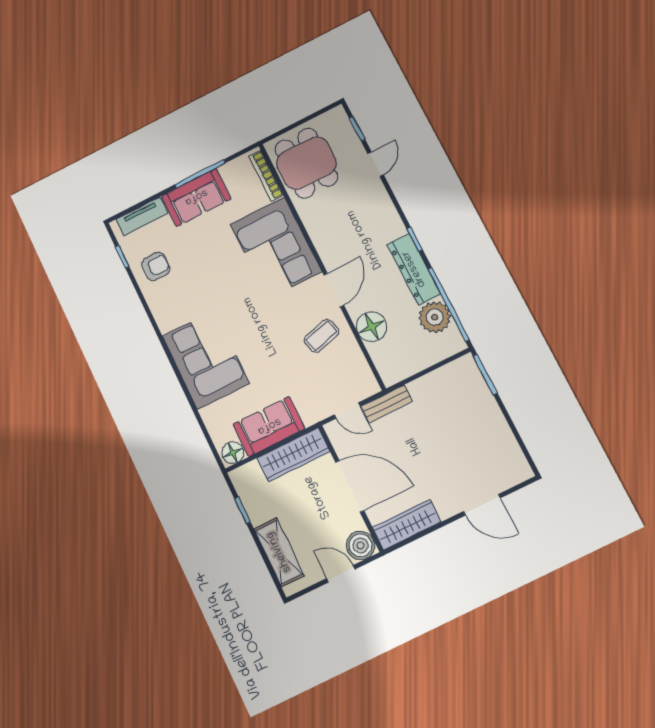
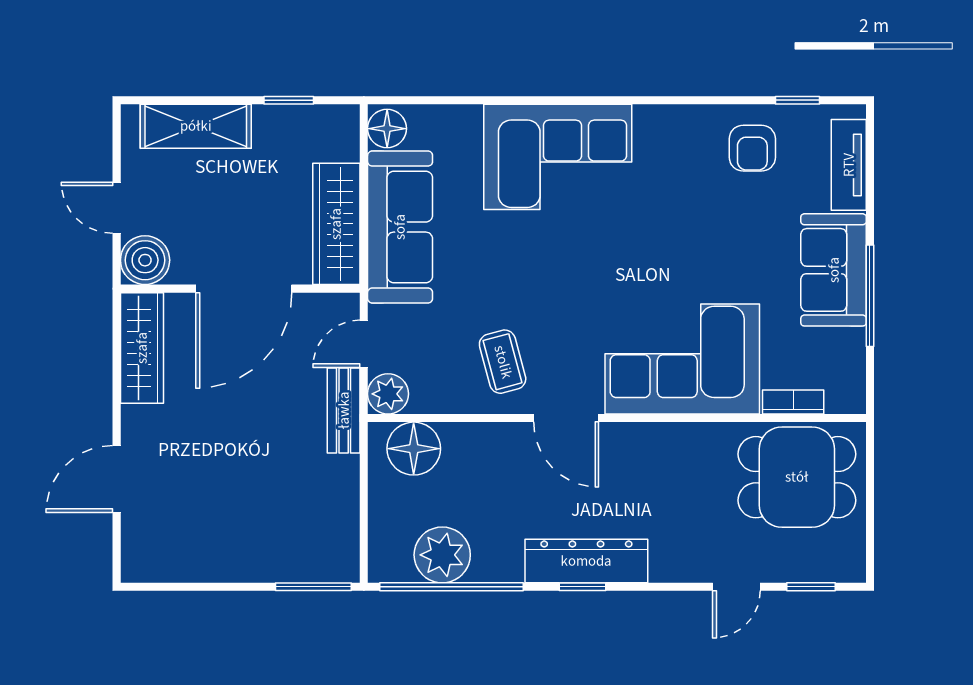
door: (376, 164) -> (736, 587), hinge flipped
bookcase: (266, 176) -> (793, 402), width x0.64
dresser: (414, 269) -> (586, 561), moved
floor lamp: (372, 327) -> (414, 449), moved
plant: (367, 385) -> (388, 394), added
sofa: (269, 426) -> (400, 227), width x1.36
door: (341, 574) -> (117, 208), swing flipped

